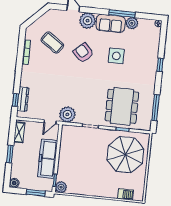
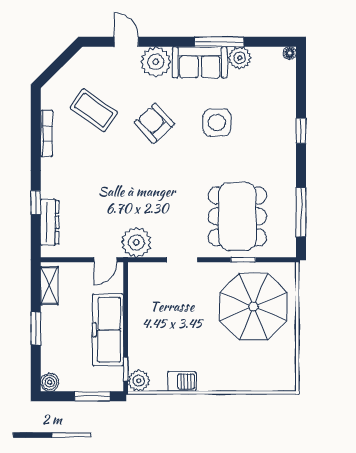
window: (15, 100) -> (36, 203), moved
barbecue: (126, 194) -> (182, 381), moved

